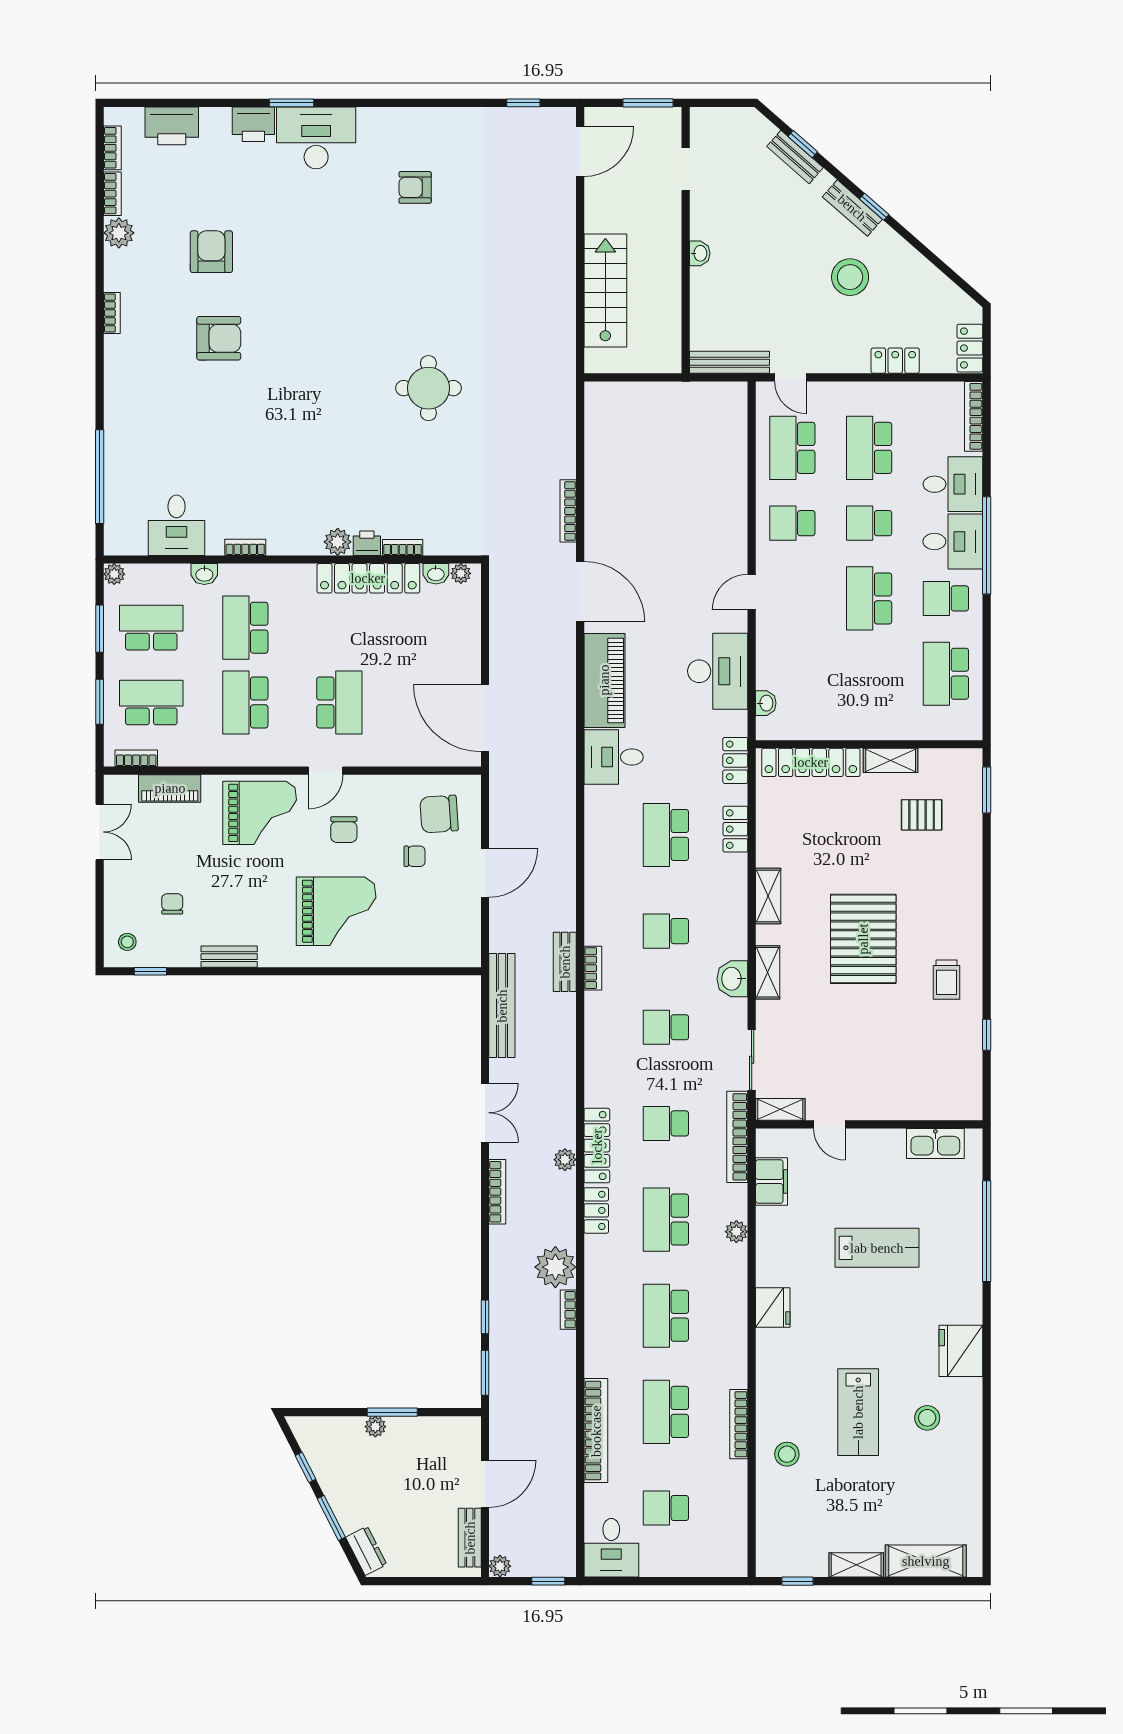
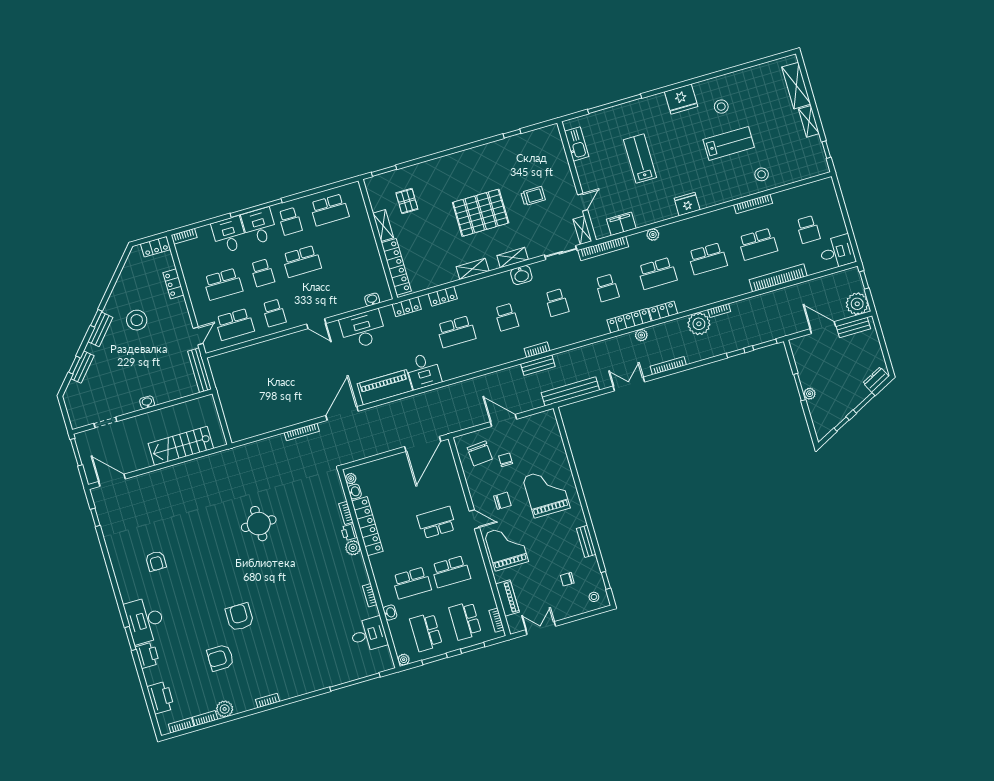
armchair: (219, 338) -> (240, 617), moved
bookcase: (974, 416) -> (184, 236), width x0.64
trolley: (947, 980) -> (533, 196), moved
plant: (500, 1566) -> (857, 304), width x1.88, depth x1.88

